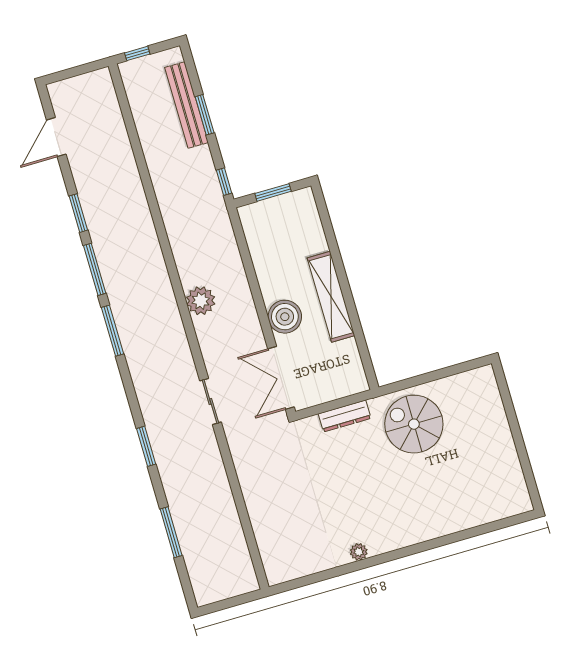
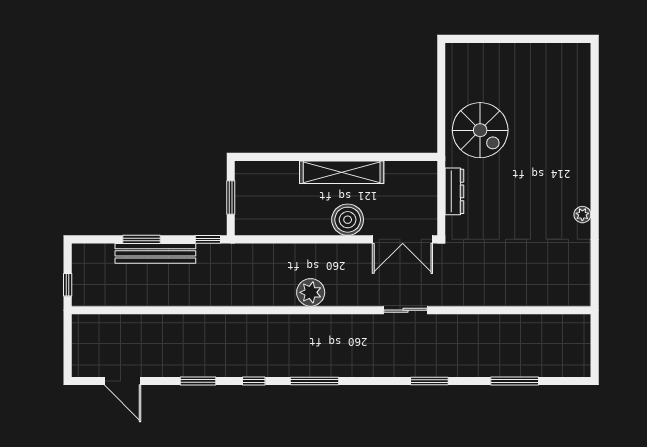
bench: (186, 105) -> (155, 253), moved
window: (95, 269) -> (254, 381), width x0.46
spiral stairs: (414, 424) -> (480, 130), turned -90

